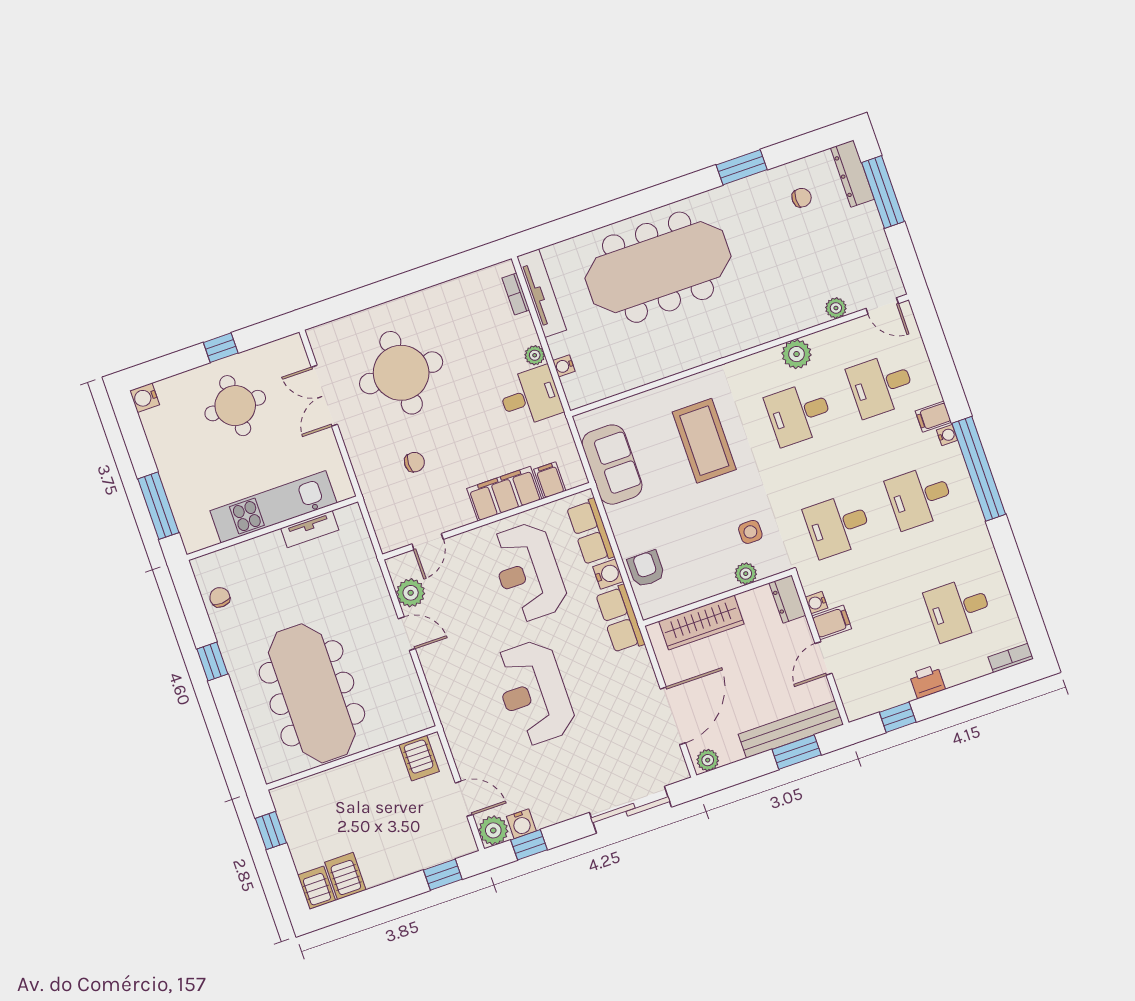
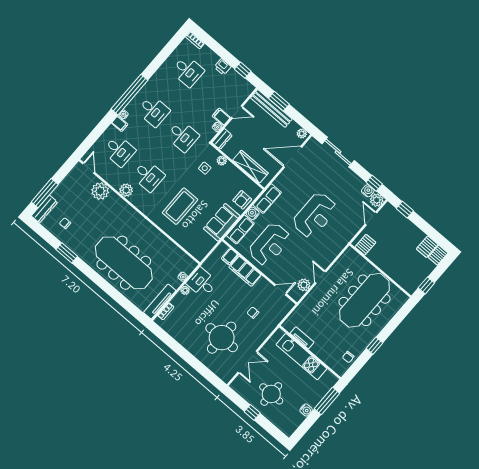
plant: (836, 308) -> (100, 191), width x1.88, depth x1.88
water cooler: (145, 398) -> (306, 410), moved
sofa: (612, 465) -> (222, 222), moved

